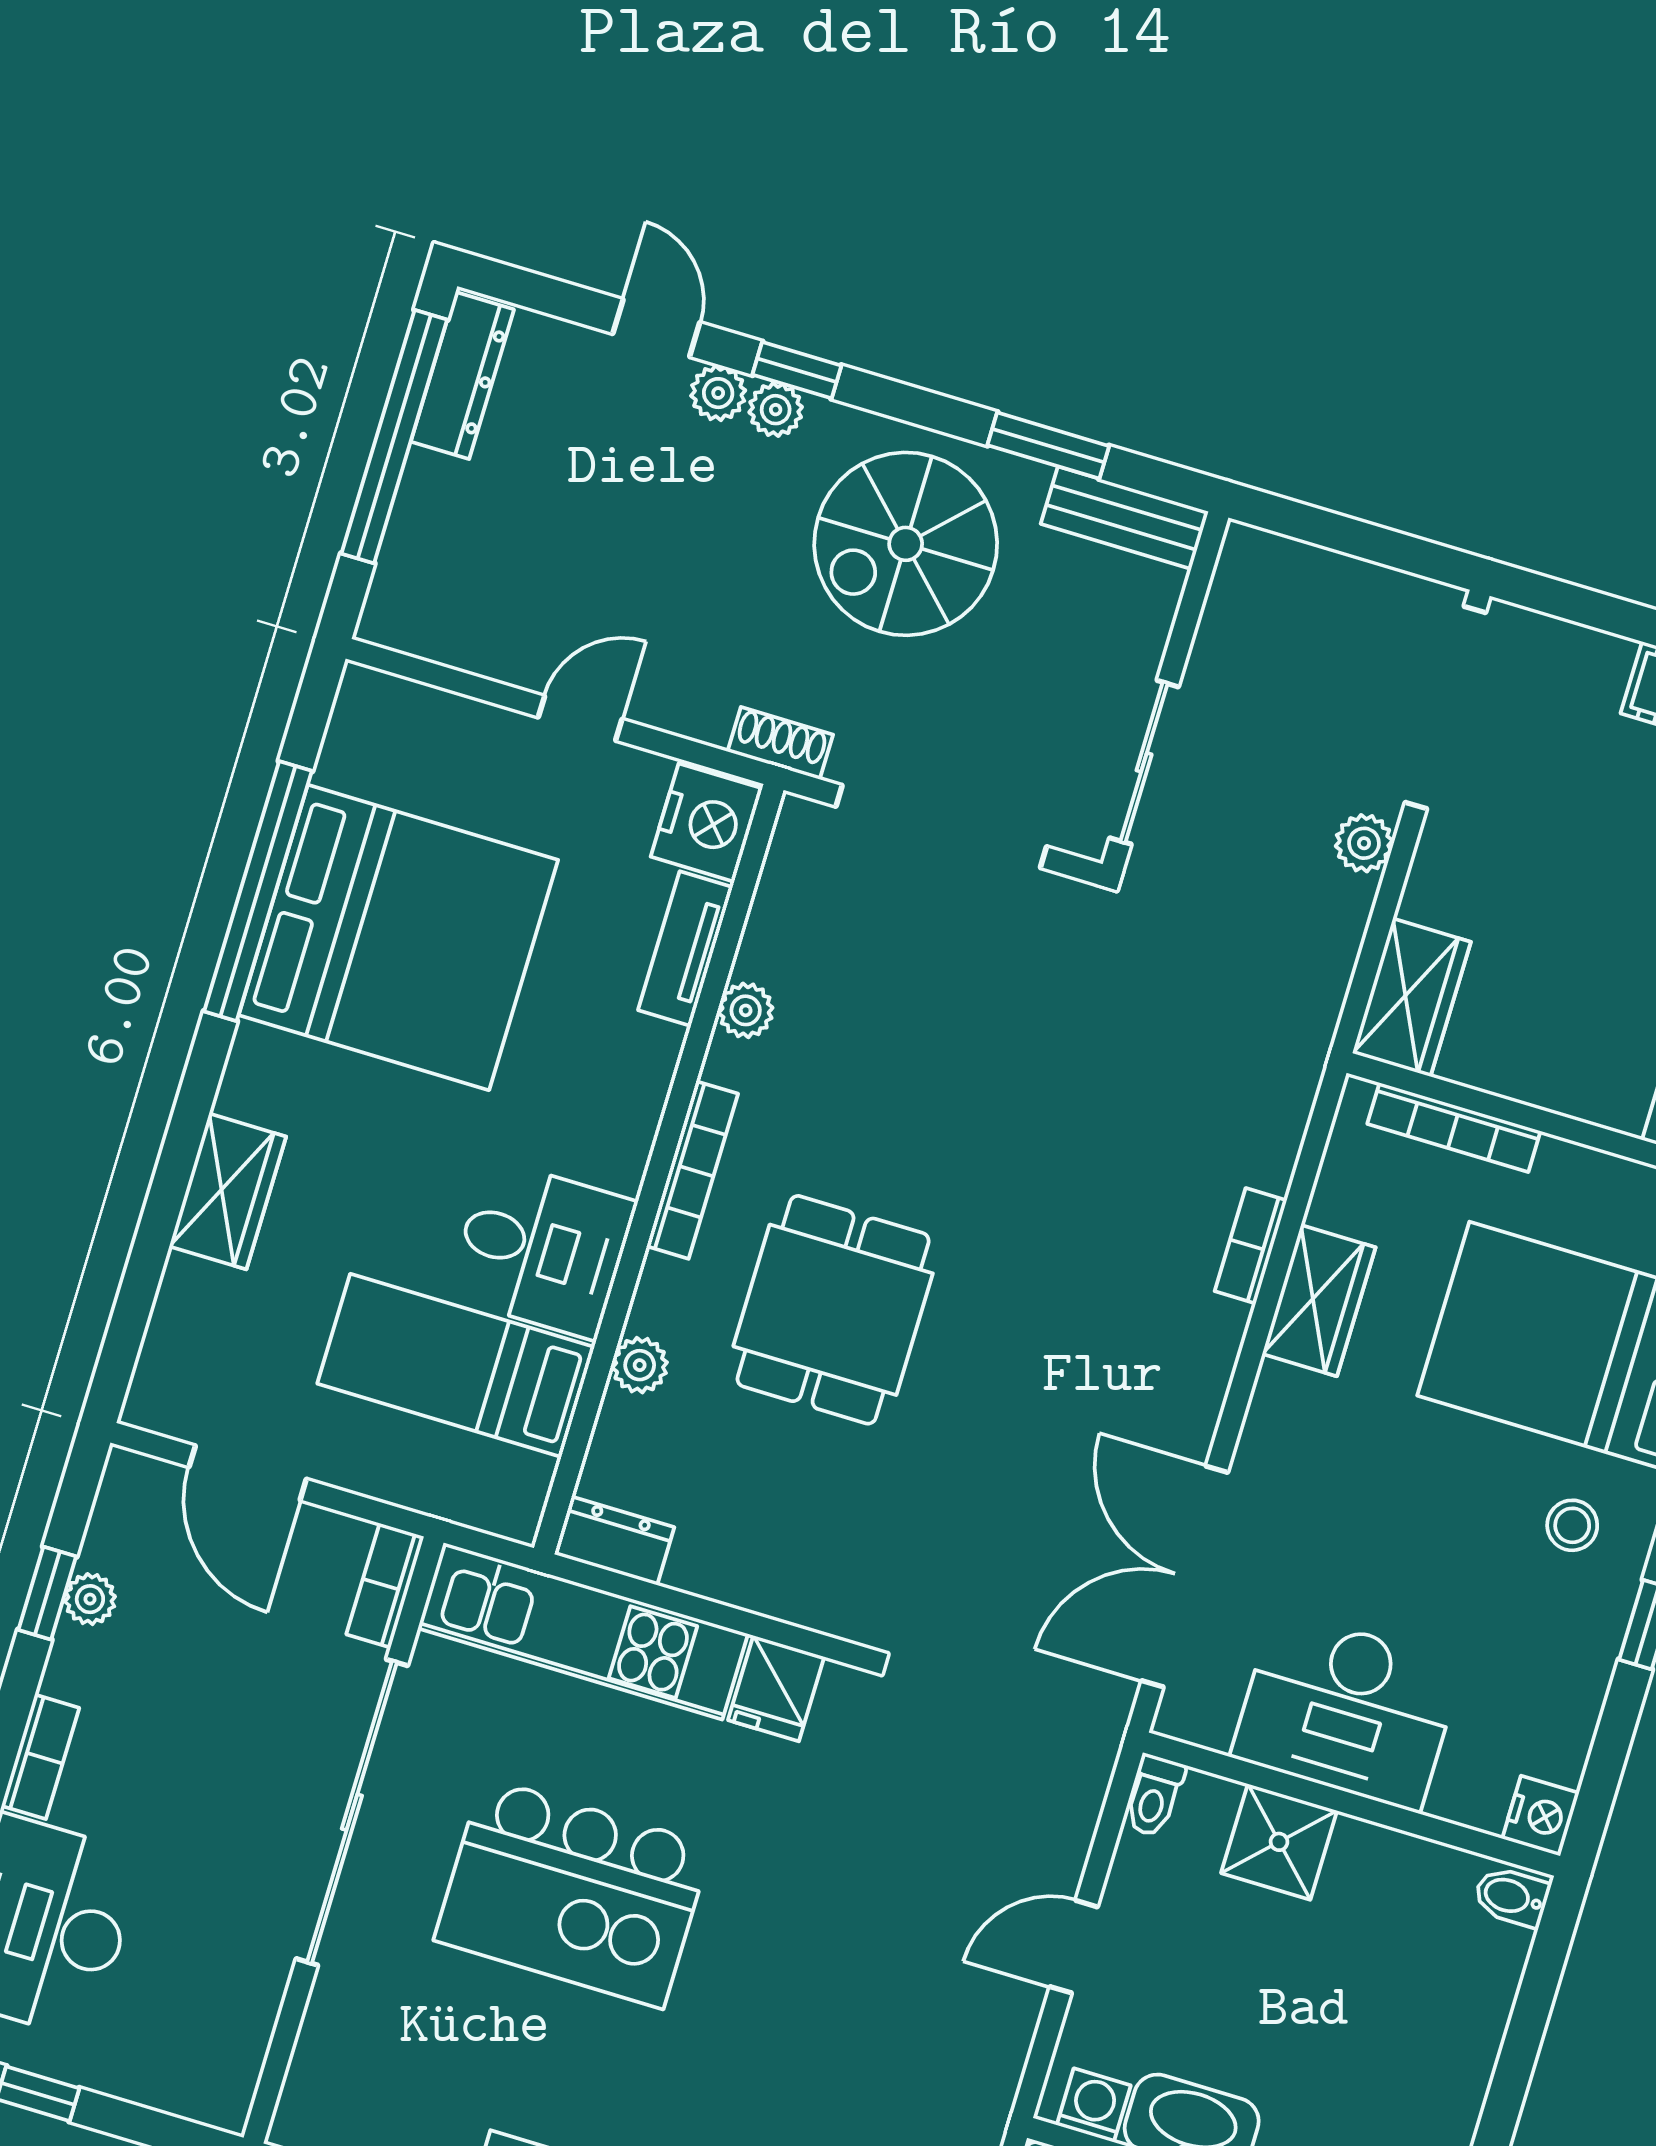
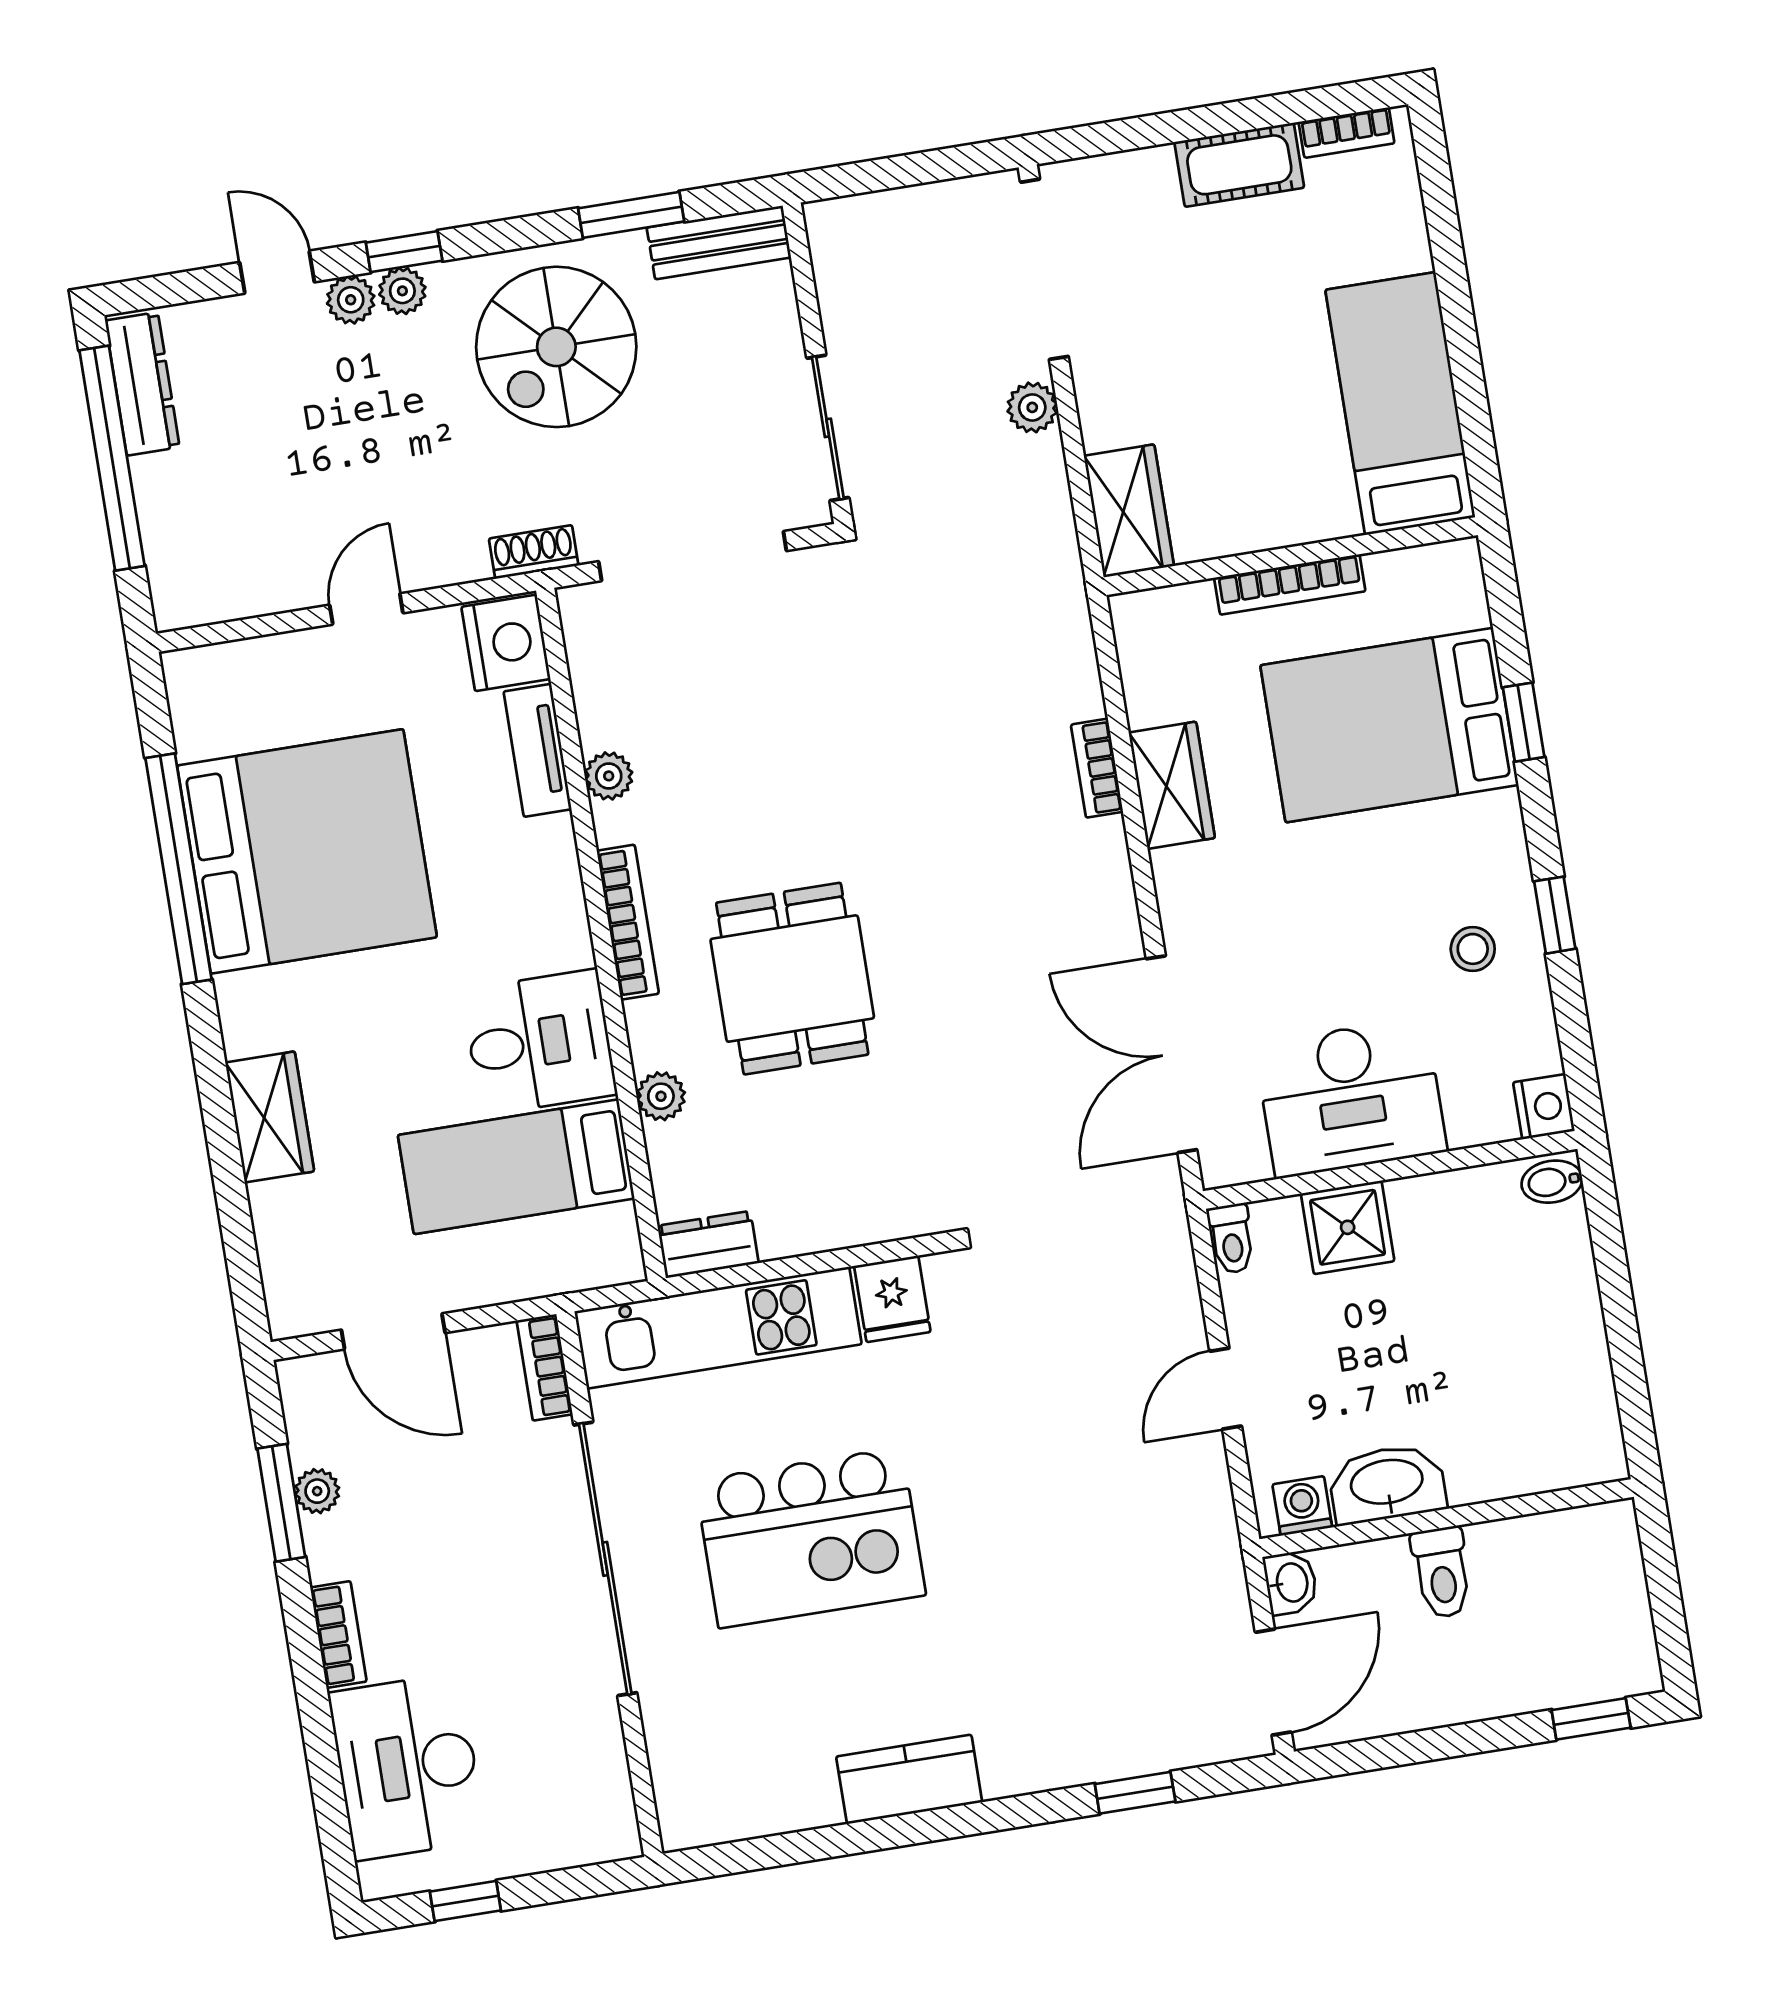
bookcase: (1454, 1127) -> (1290, 584), moved
stool: (1572, 1525) -> (1473, 949), moved
window: (47, 1593) -> (281, 1503), width x1.50

